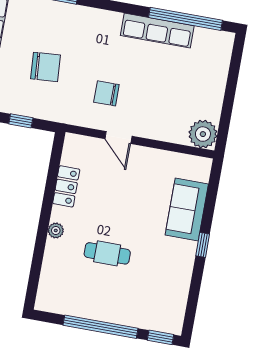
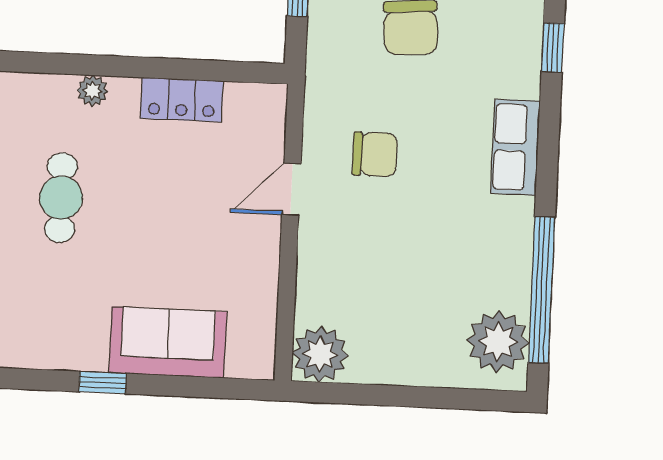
row of seats: (157, 31) -> (515, 147), moved, width x0.68
plant: (208, 44) -> (498, 342), added
chair: (106, 93) -> (375, 154), turned 90

